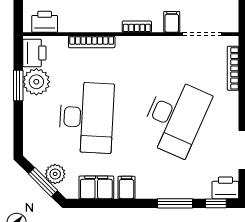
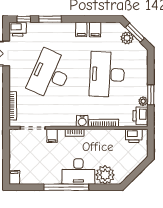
water cooler: (125, 45) -> (82, 121), added
plant: (36, 82) -> (143, 101), width x0.53, depth x0.53
filing cabinet: (96, 187) -> (95, 29), width x0.50

